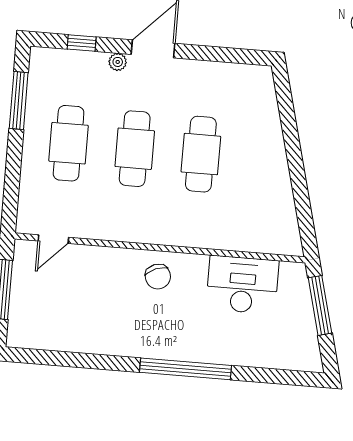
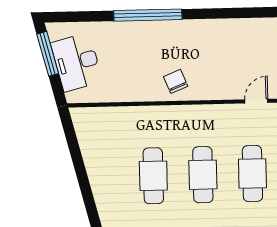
desk: (242, 285) -> (77, 62), moved, turned 76
window: (320, 305) -> (48, 54), moved

